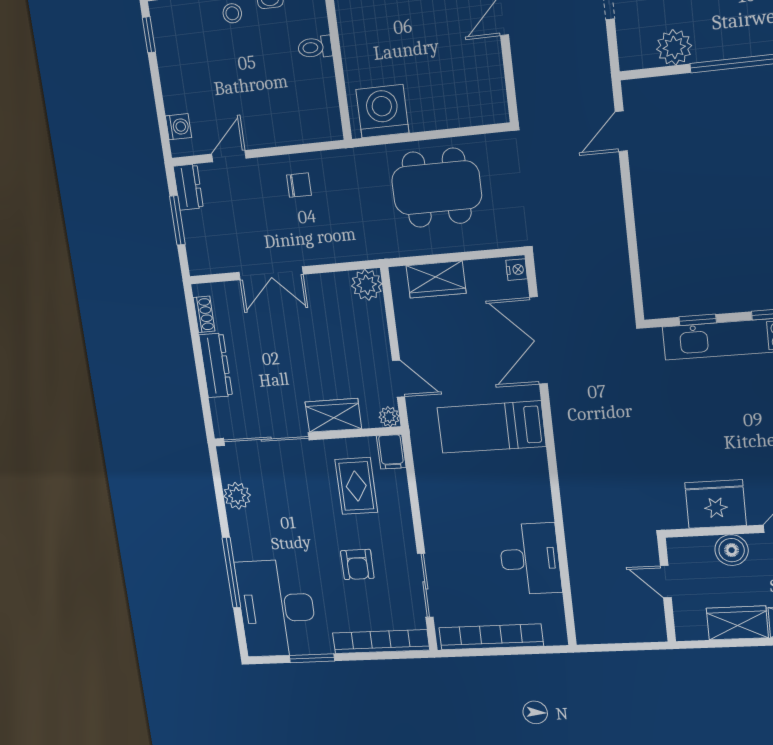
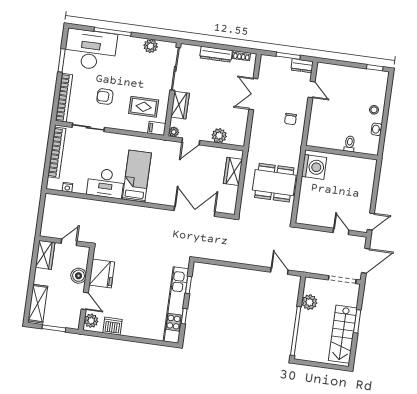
washing machine: (178, 127) -> (330, 69), removed
dining table: (437, 188) -> (274, 183), turned 90
nightstand: (517, 270) -> (67, 187), moved
plant: (367, 285) -> (219, 136), moved
bed: (491, 427) -> (137, 176), moved
desk: (530, 559) -> (106, 183), moved
wardrobe: (737, 623) -> (45, 255), moved

